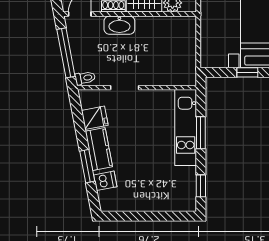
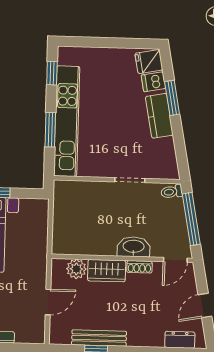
fridge: (95, 118) -> (149, 62), moved
kitchen unit: (186, 128) -> (67, 121), width x1.36

